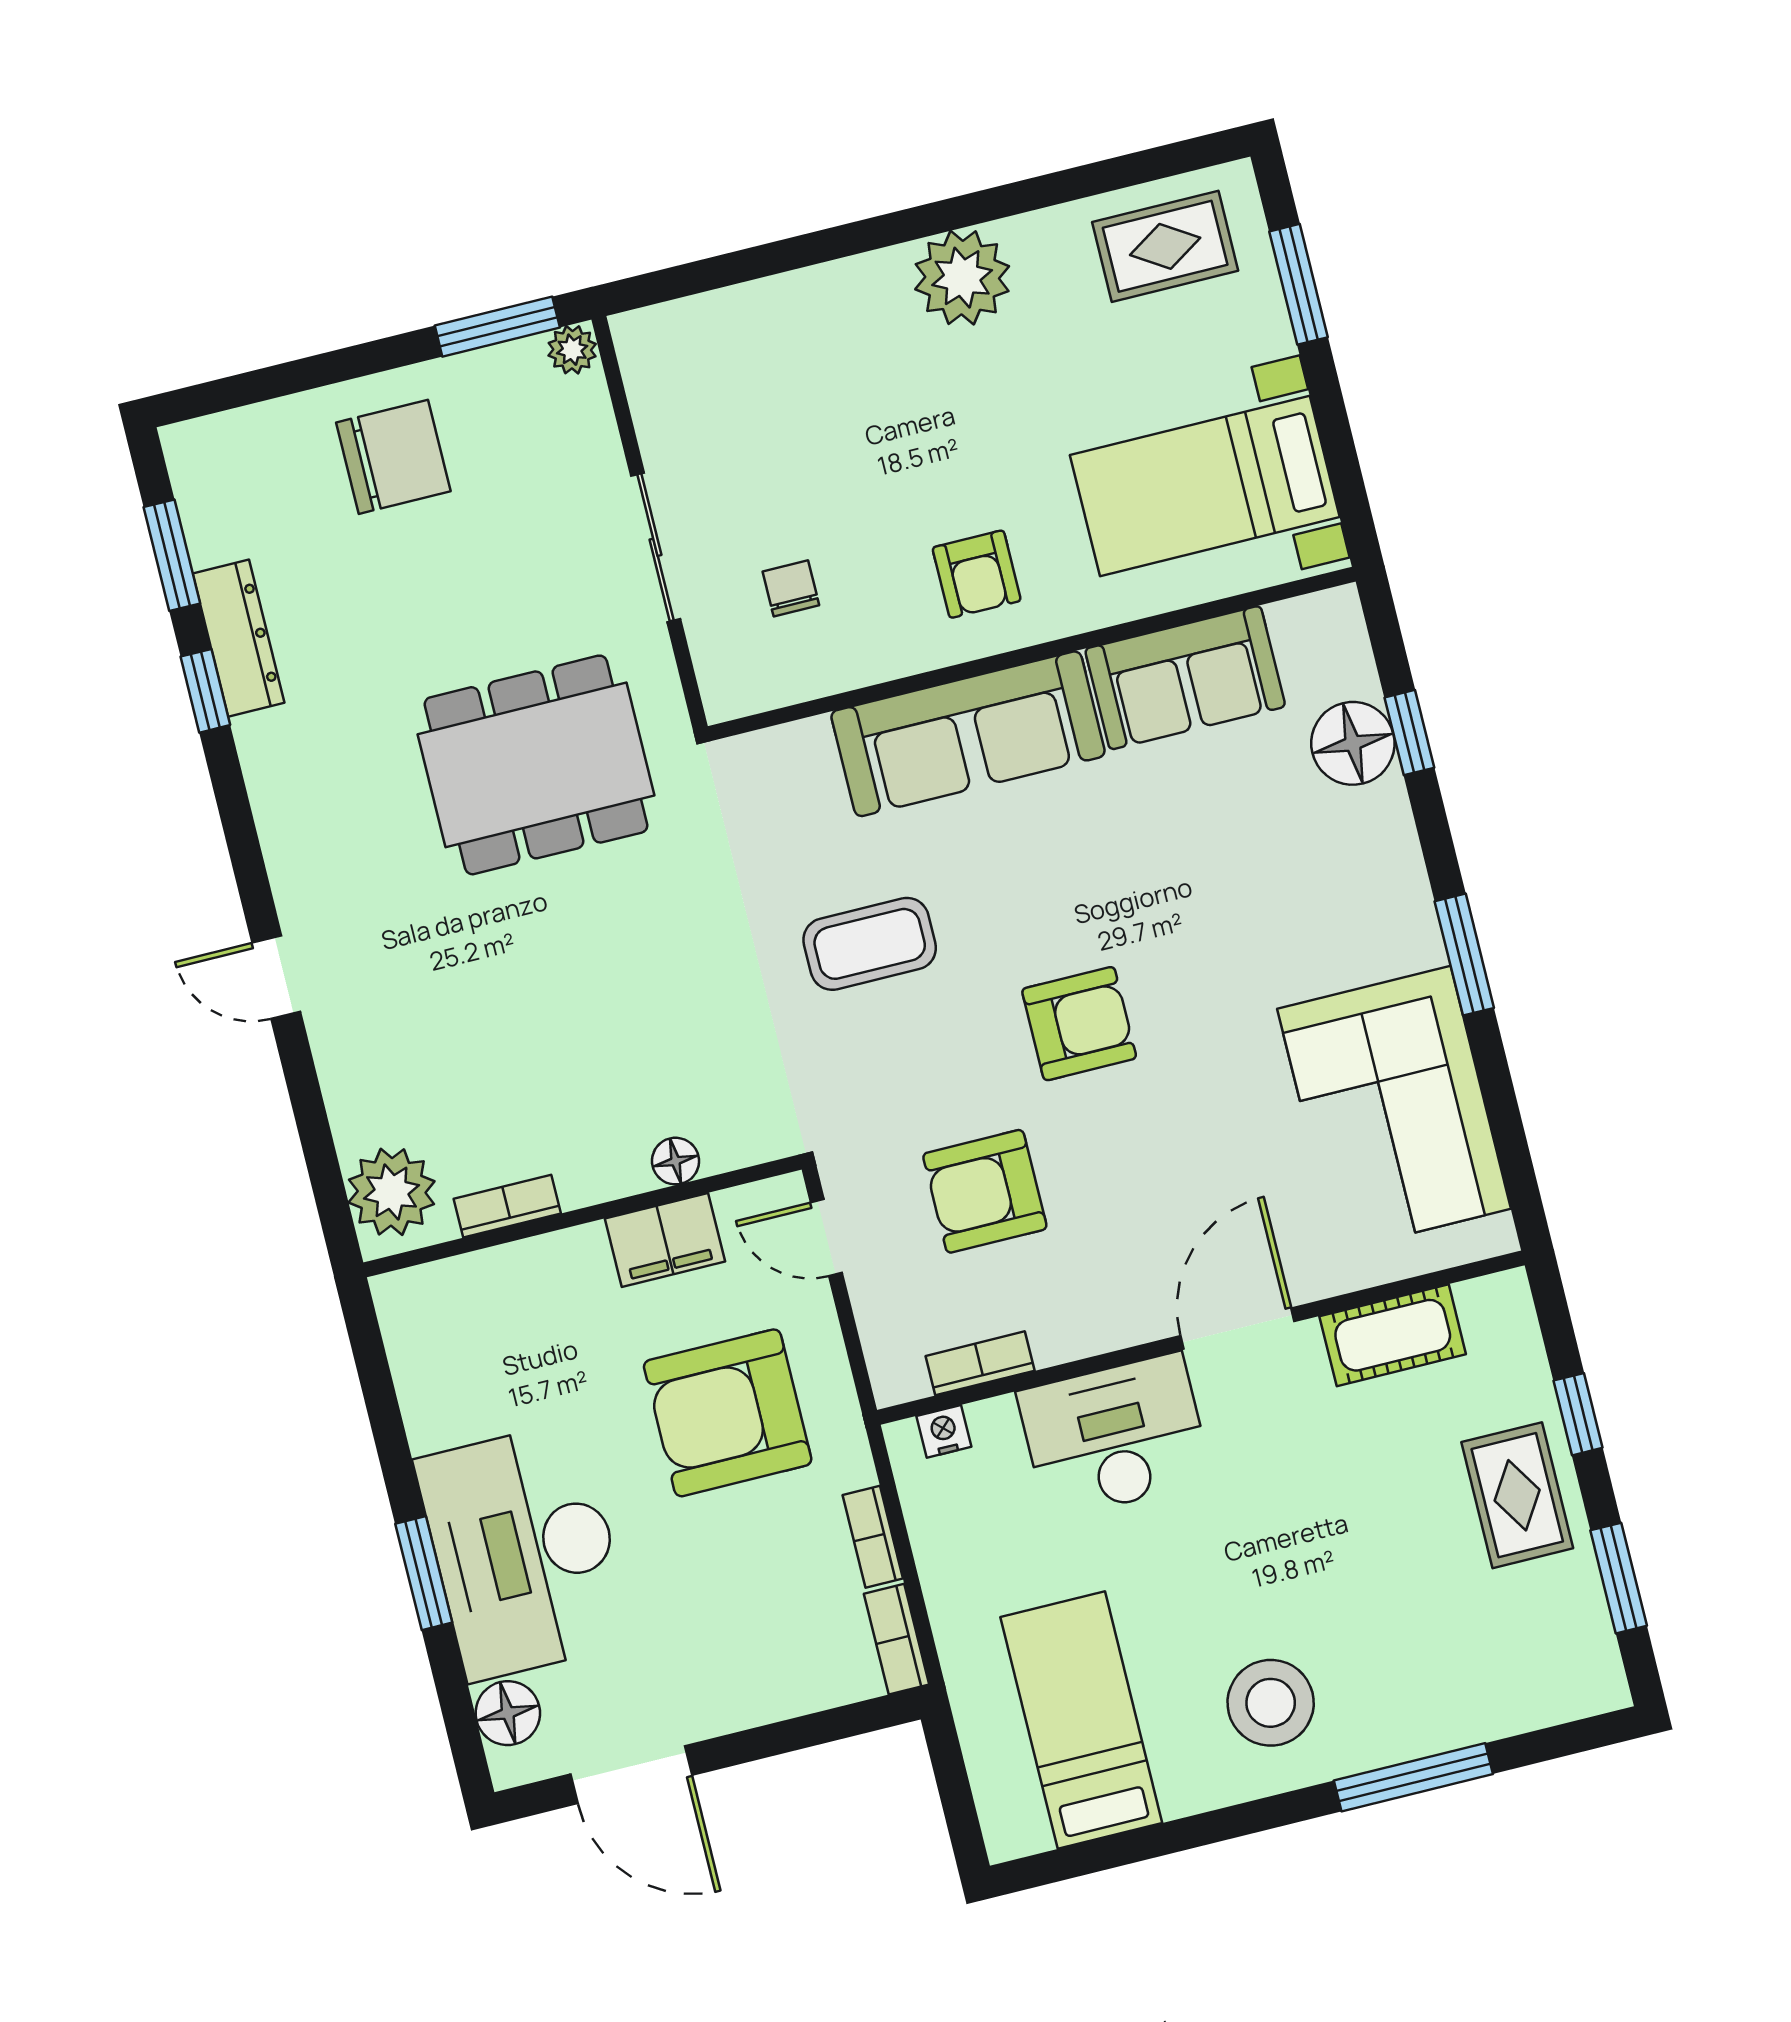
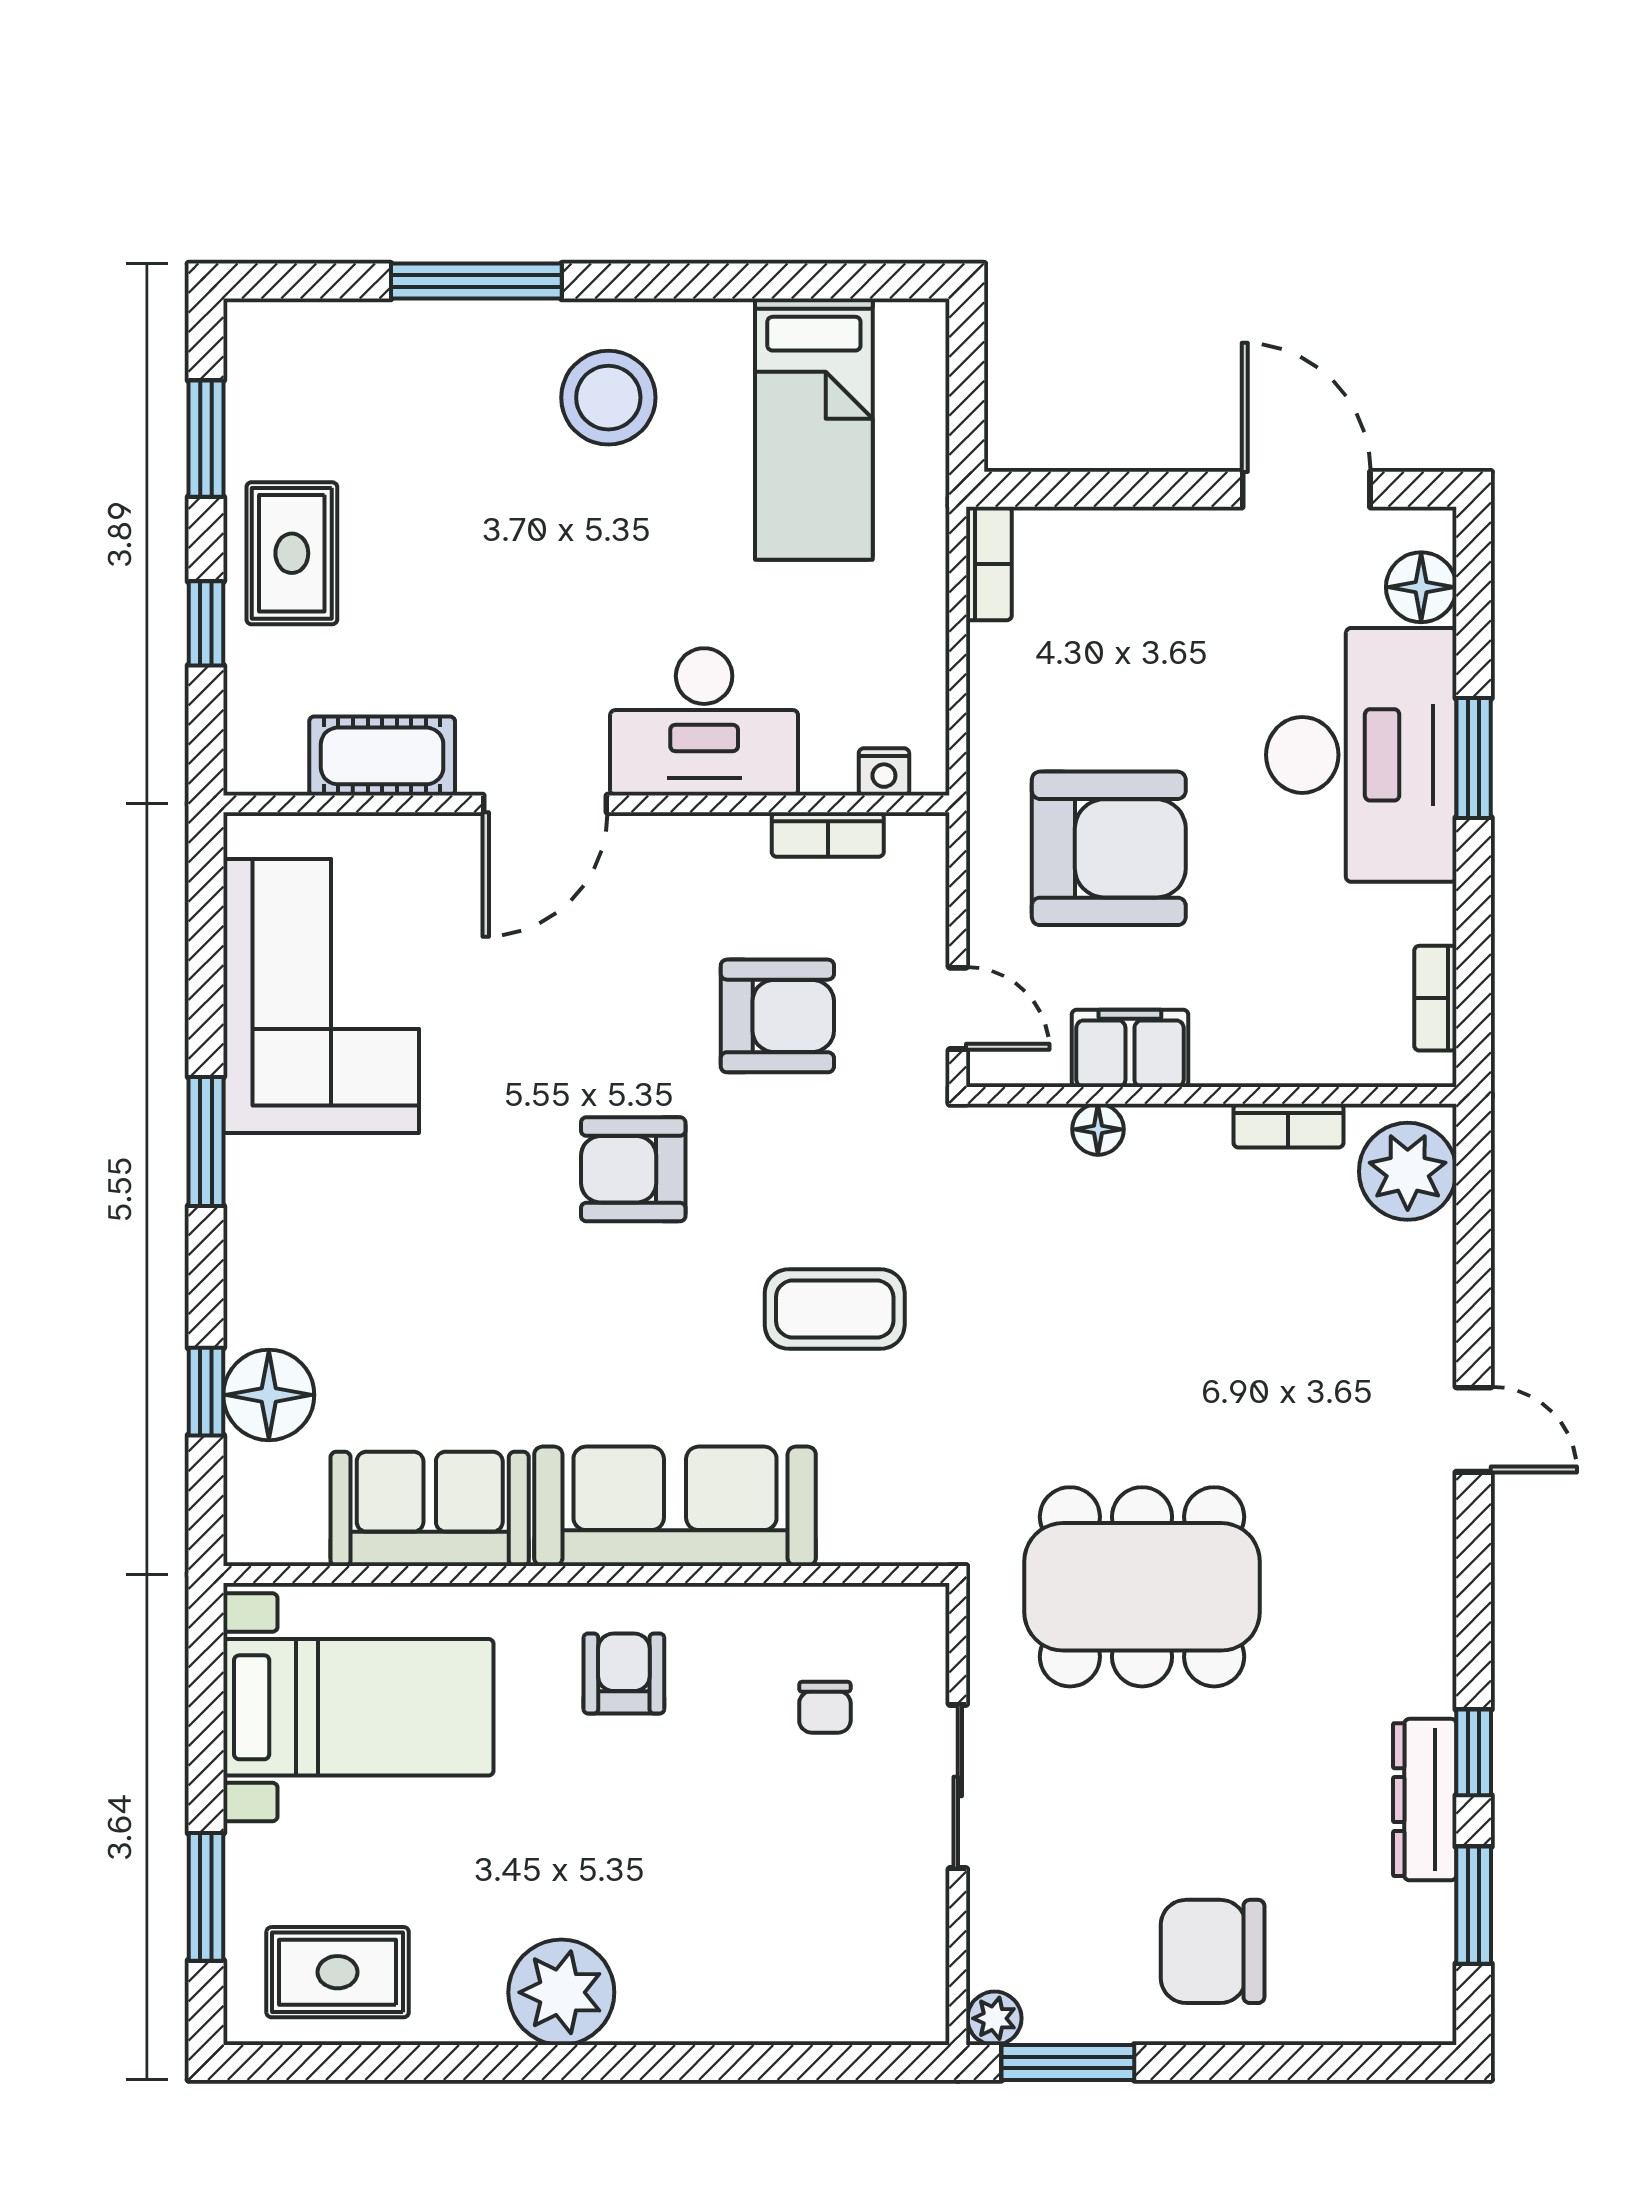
bookcase: (873, 1537) -> (1435, 998), moved, turned 180

